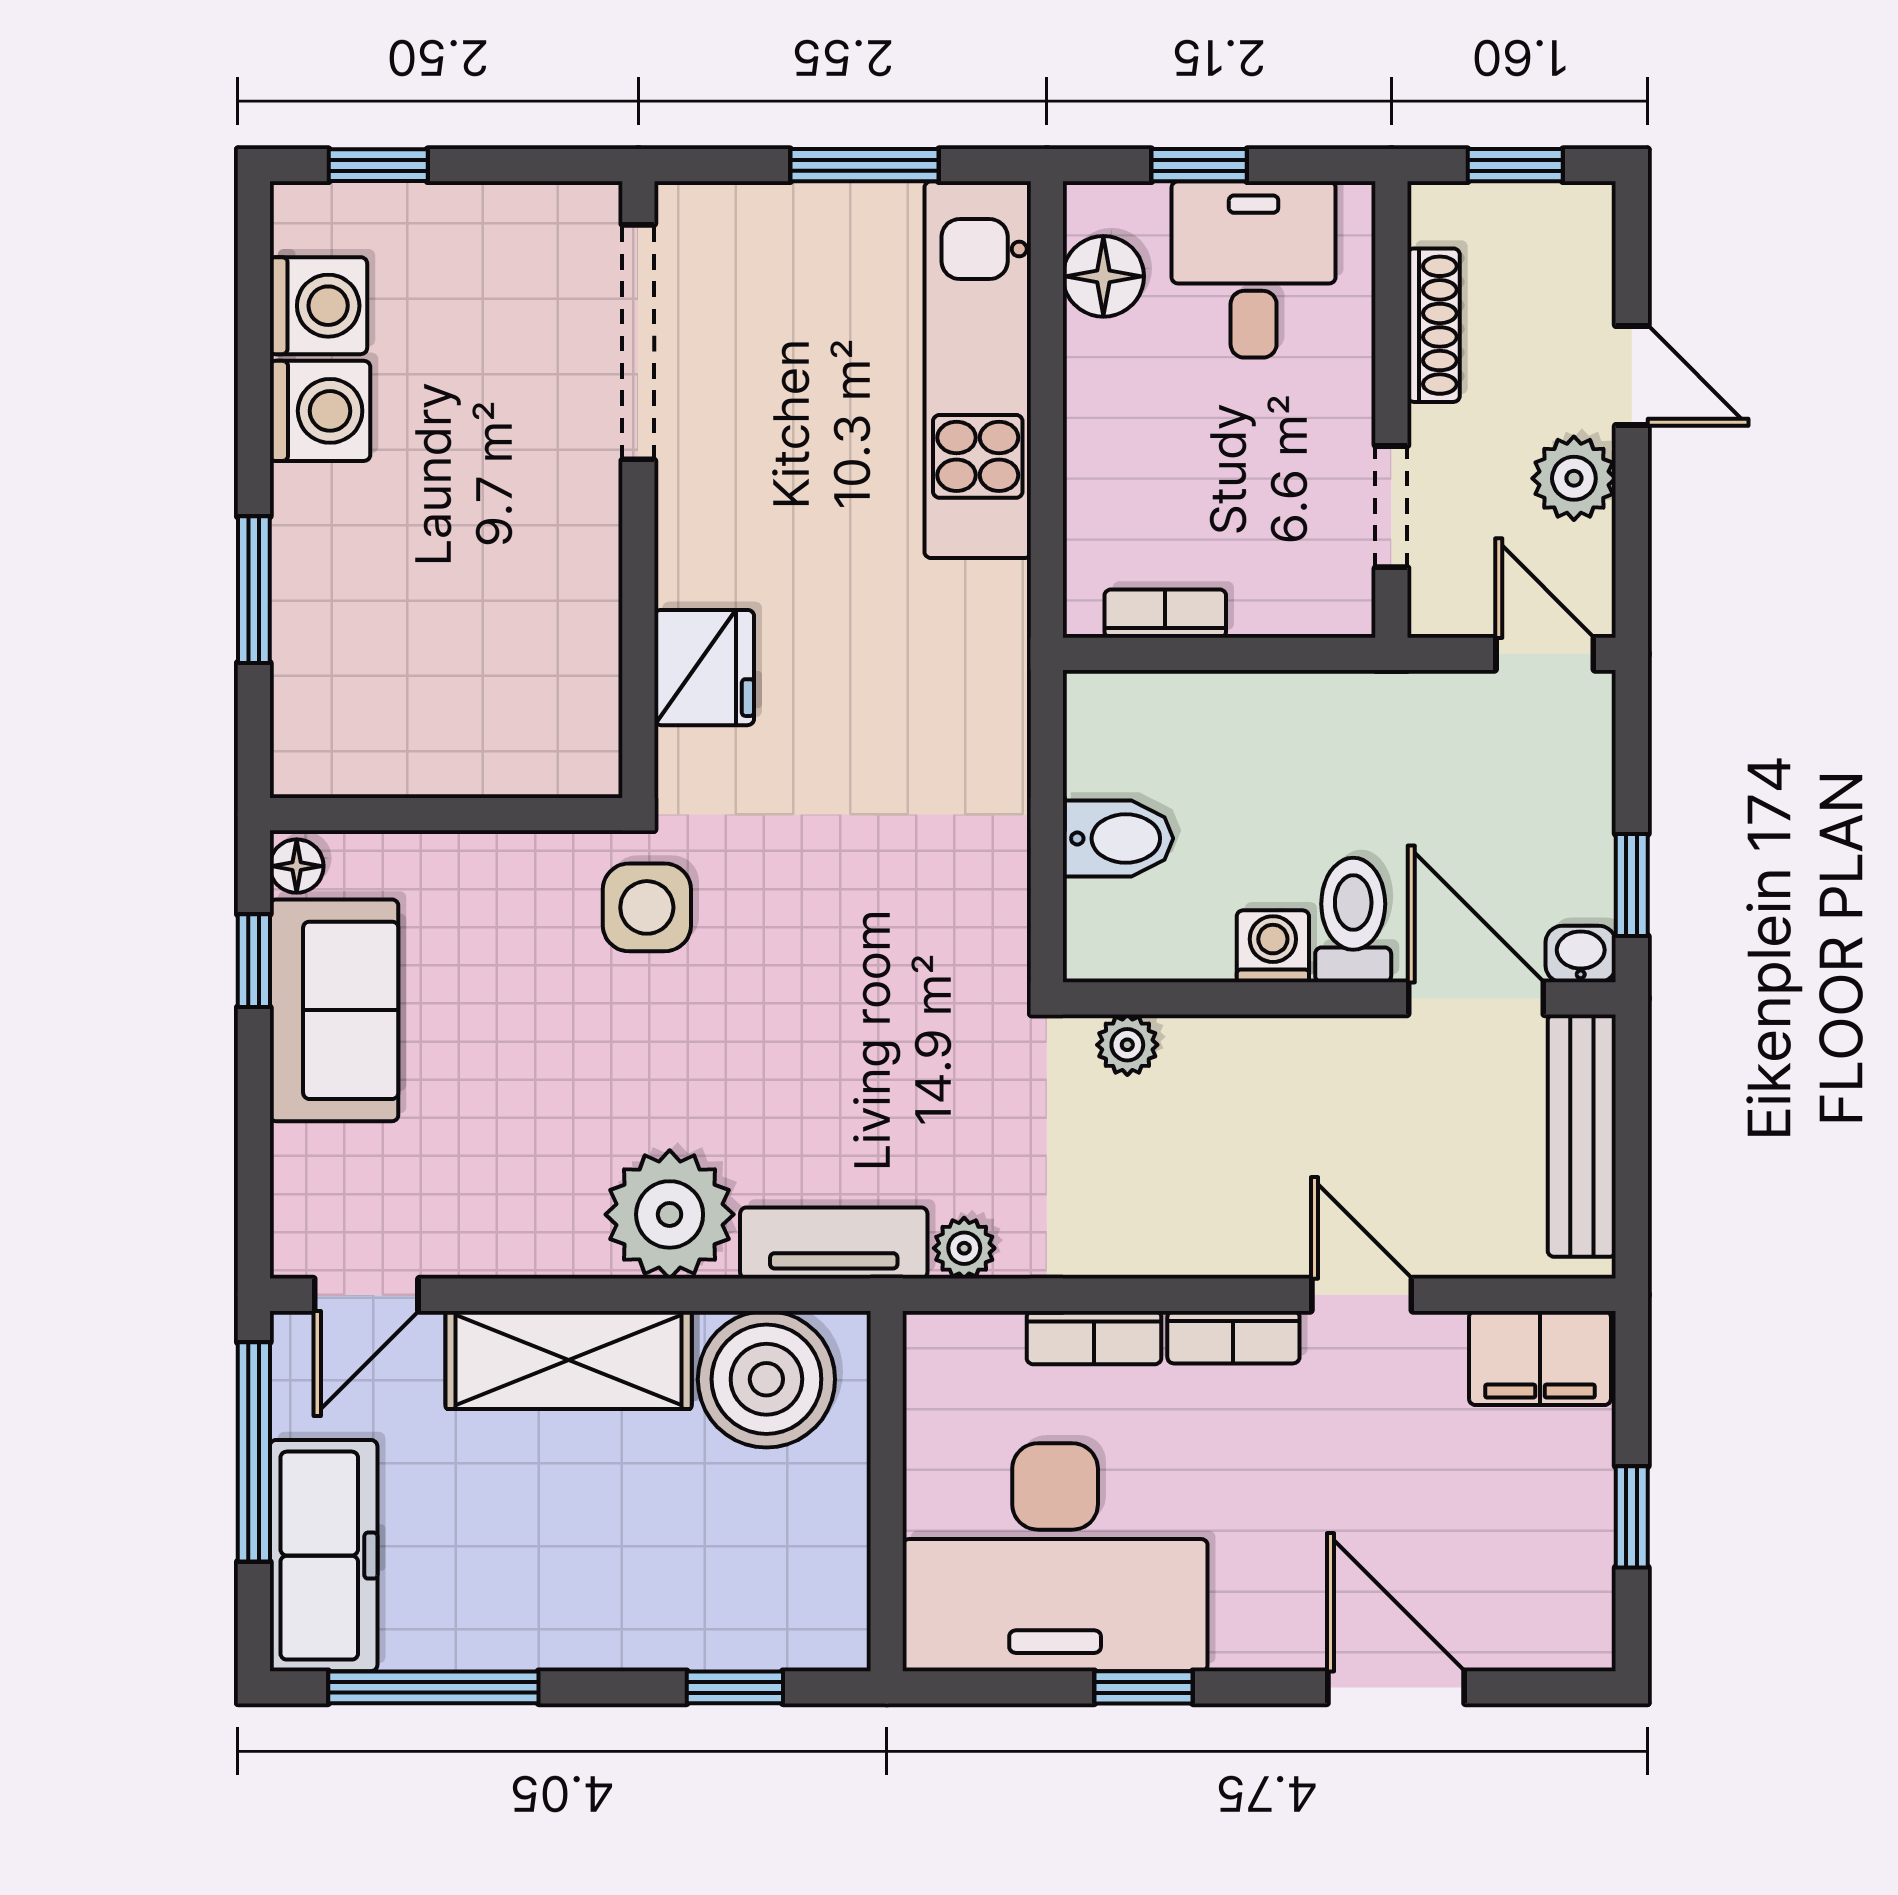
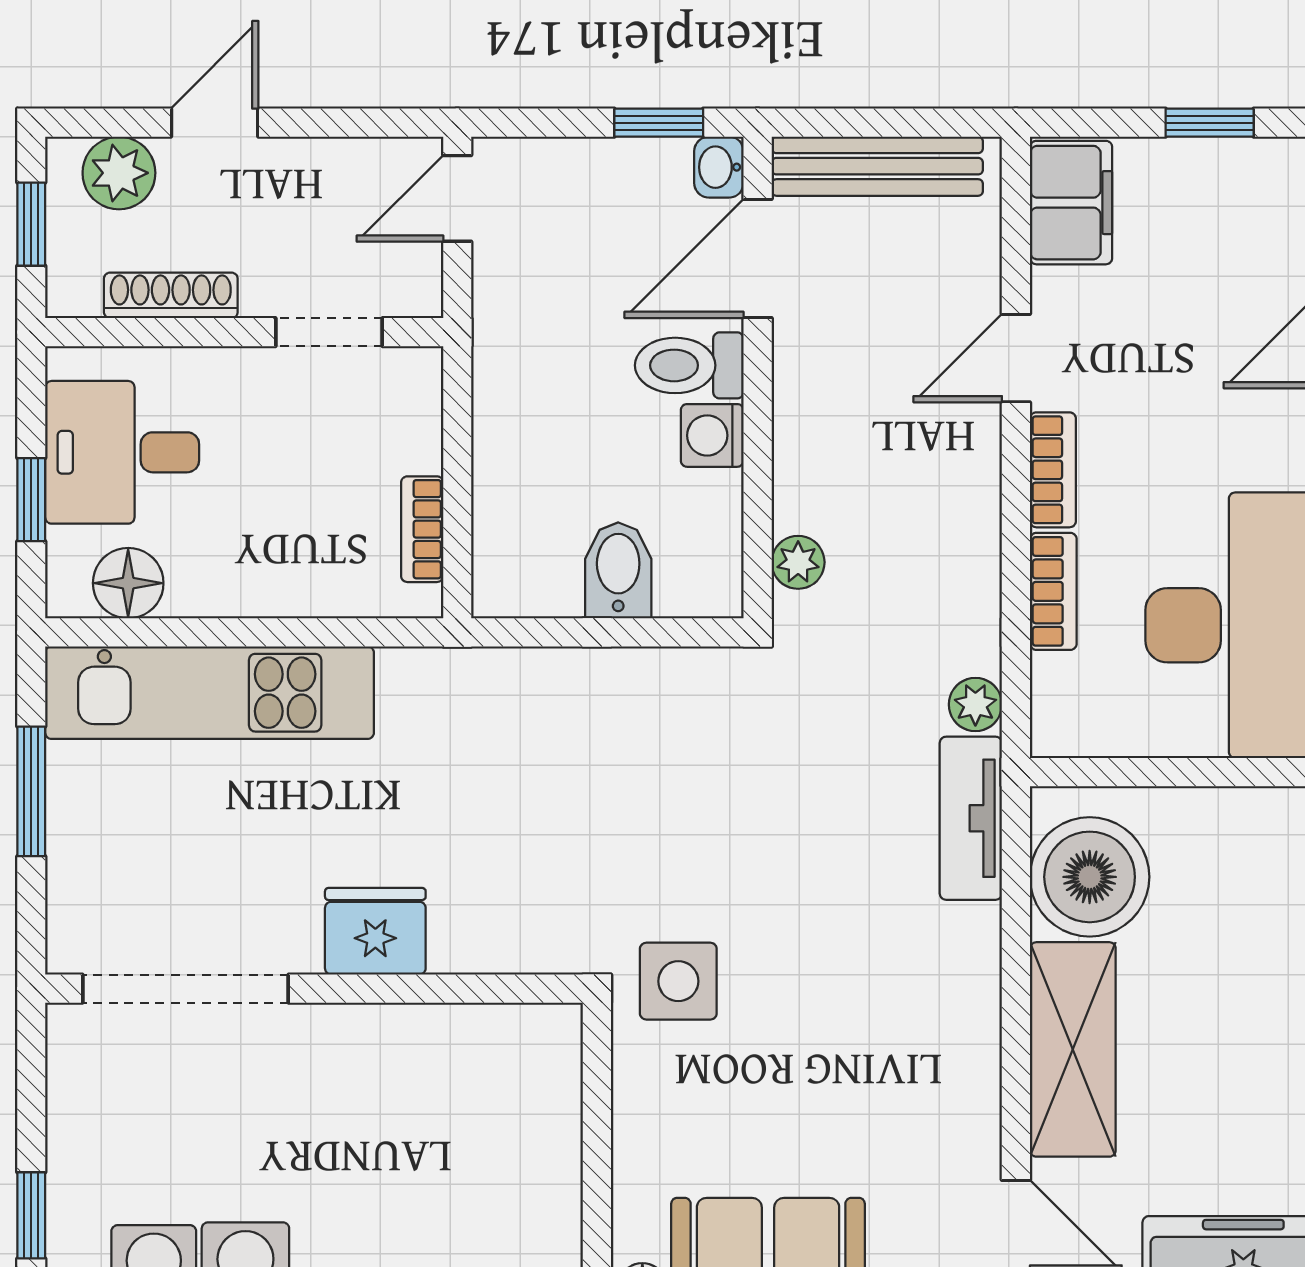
plant: (1574, 478) -> (119, 173), moved
fridge: (704, 668) -> (375, 931), moved
plant: (670, 1214) -> (946, 961), removed

